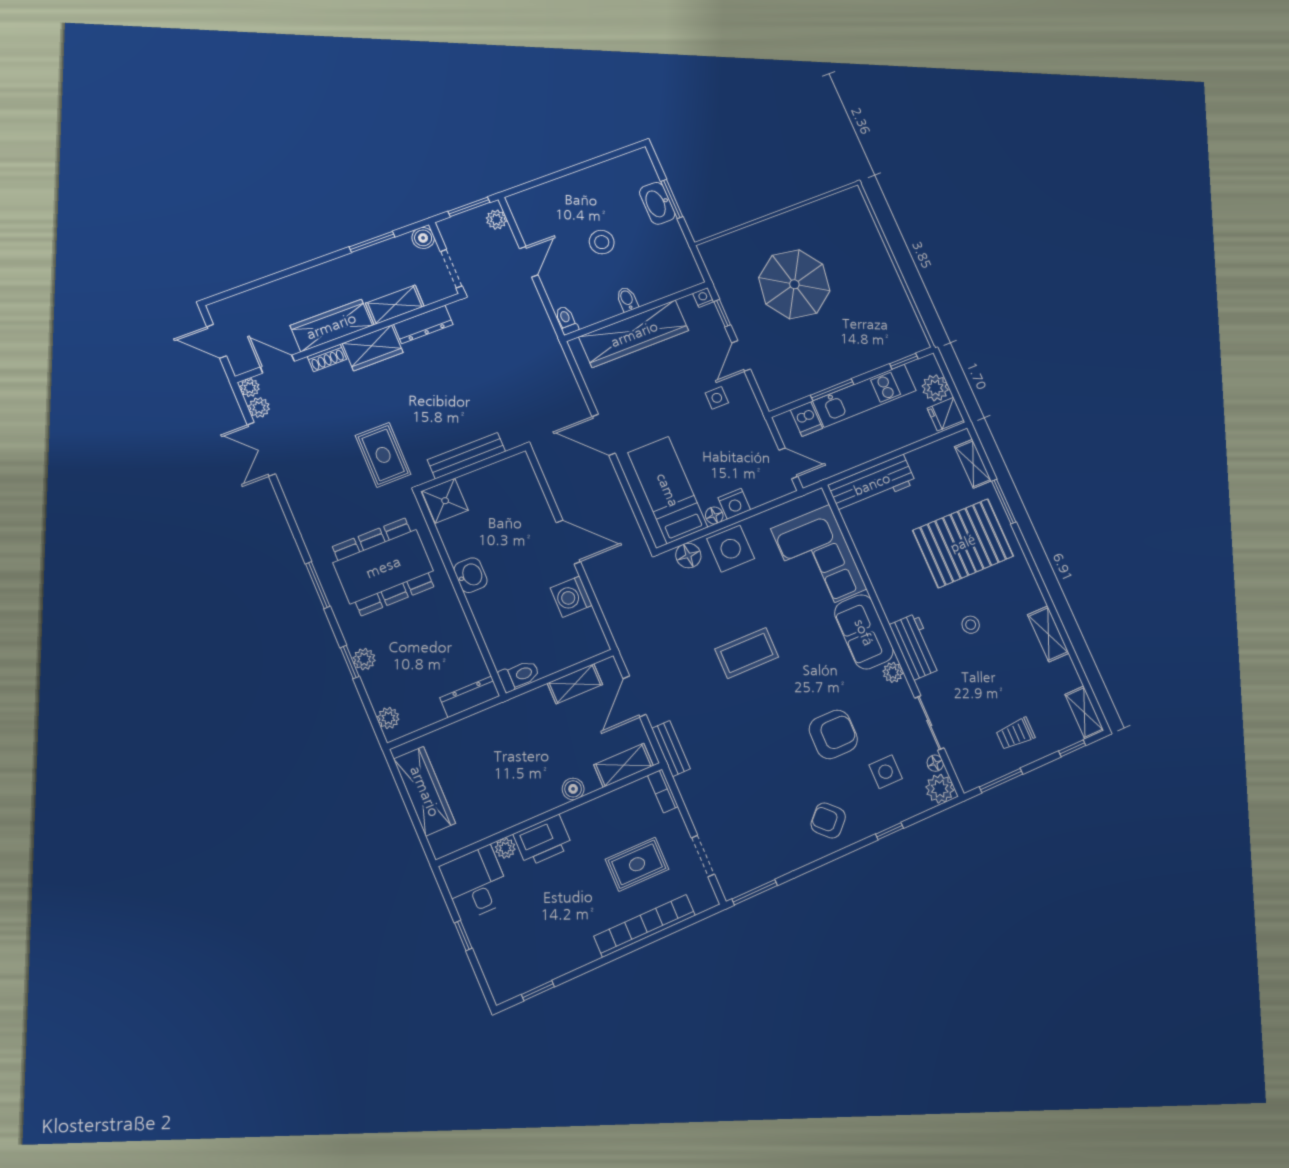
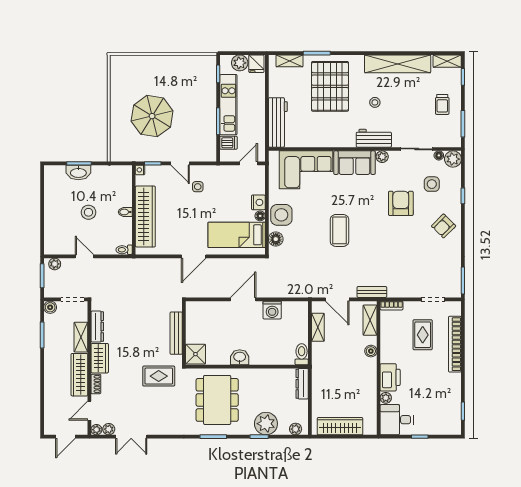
shelving: (1048, 634) -> (398, 64), width x2.20, depth x1.33
plant: (364, 659) -> (266, 424), width x1.87, depth x1.87

